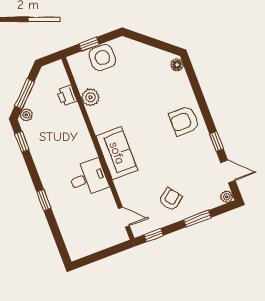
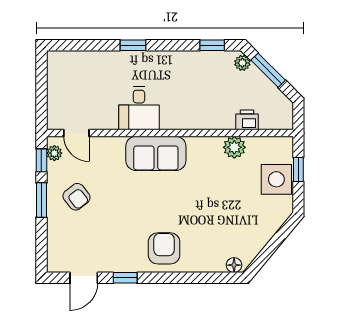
plant: (227, 197) -> (54, 153), moved
door: (124, 217) -> (76, 133), hinge flipped
window: (197, 219) -> (41, 200), moved

